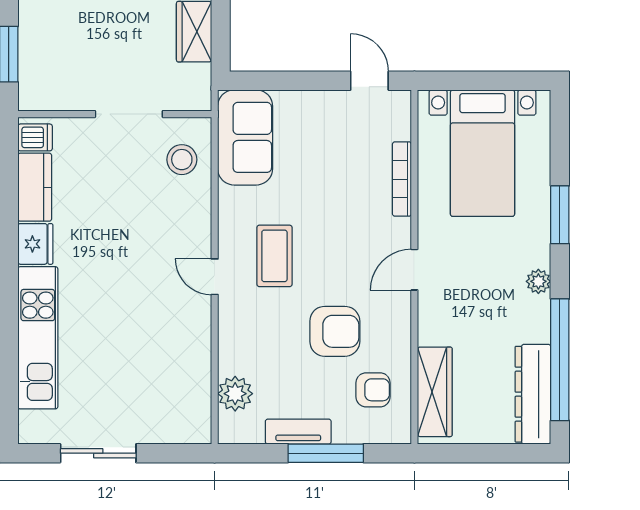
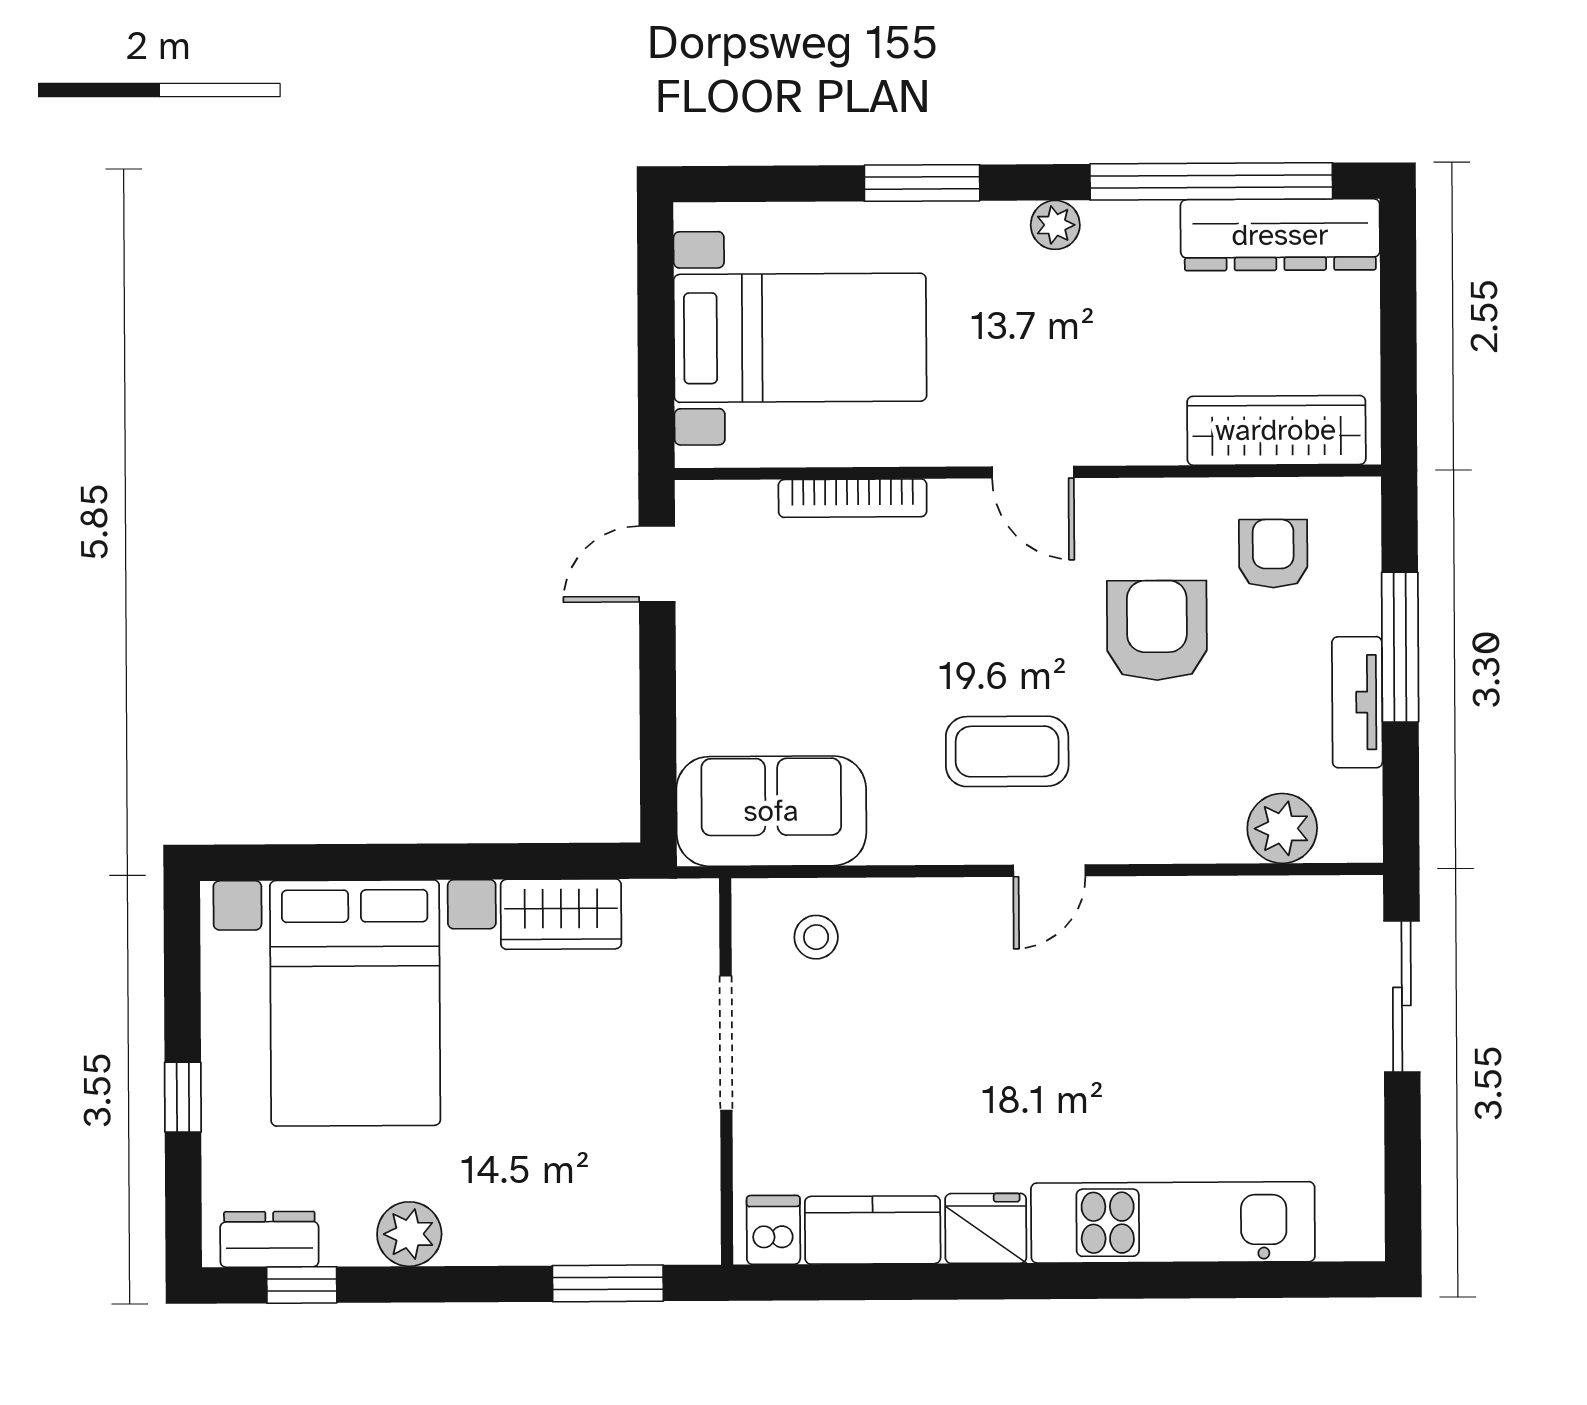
stool: (182, 160) -> (816, 937), width x0.73, depth x0.73
sliding door: (98, 453) -> (1402, 996), moved

